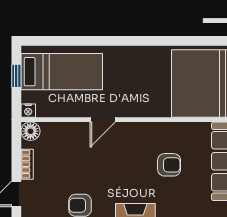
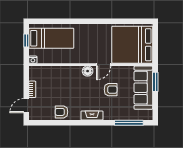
door: (103, 120) -> (104, 65), moved
floor lamp: (30, 131) -> (88, 71), moved

